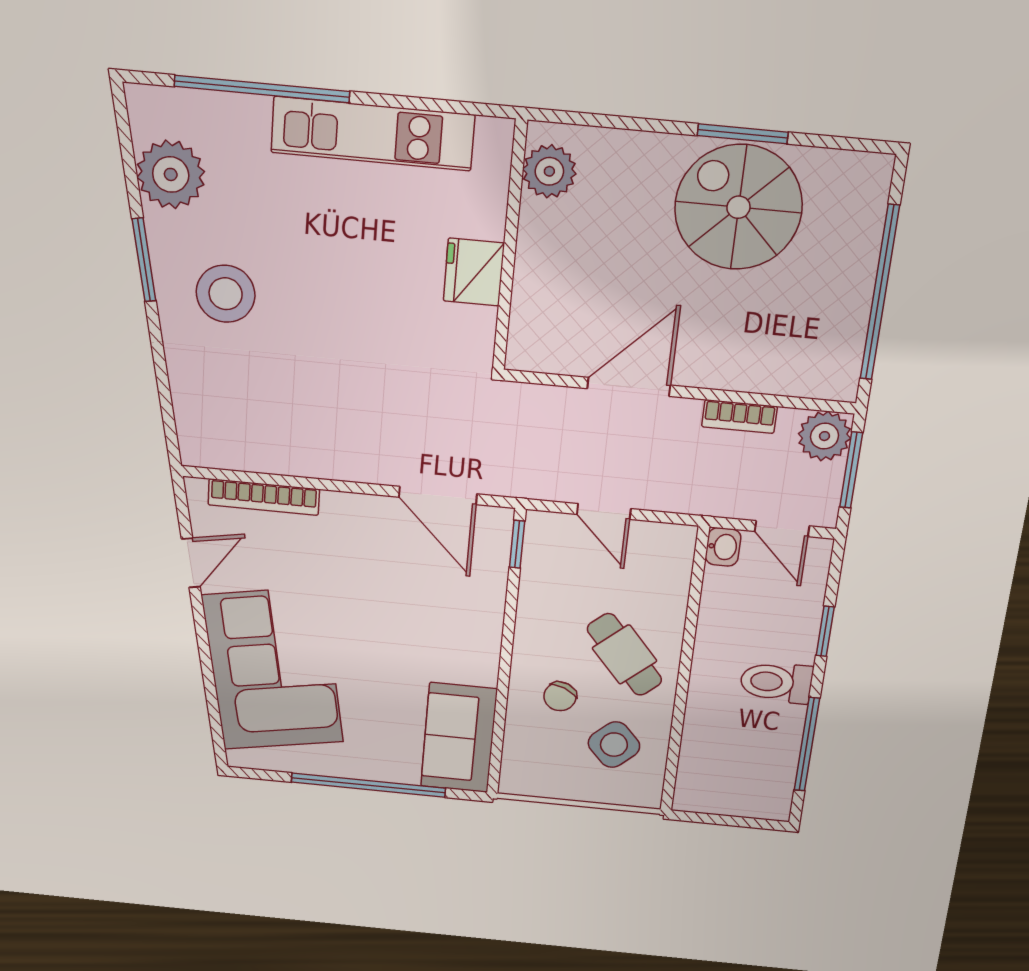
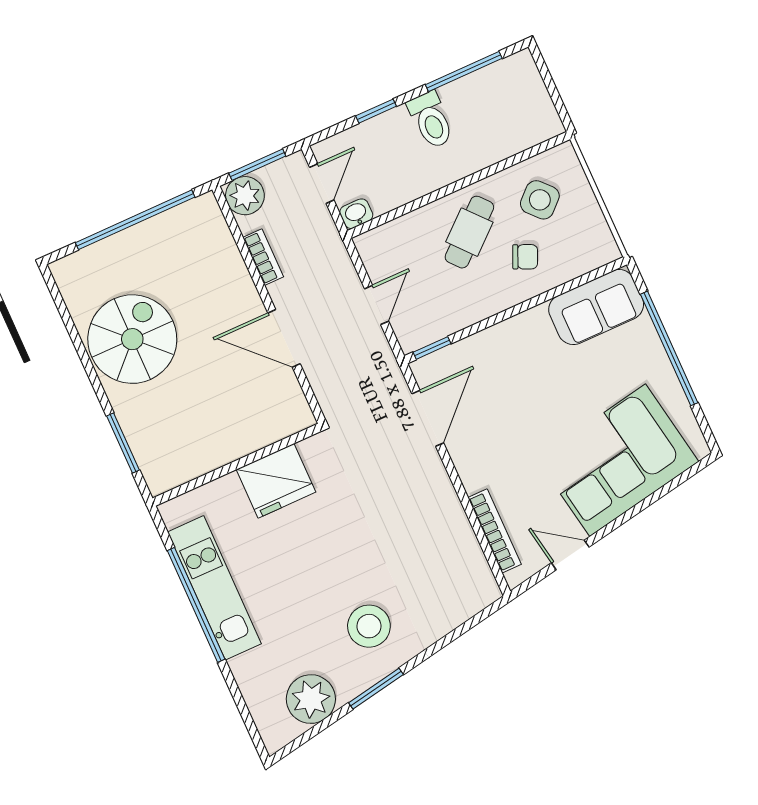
window: (262, 89) -> (196, 605), moved
window: (743, 134) -> (123, 443), moved
plant: (549, 171) -> (176, 467), removed
spiral stairs: (738, 207) -> (132, 339), turned 180
fridge: (474, 272) -> (276, 481), width x1.36, depth x1.34

